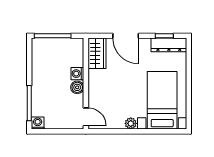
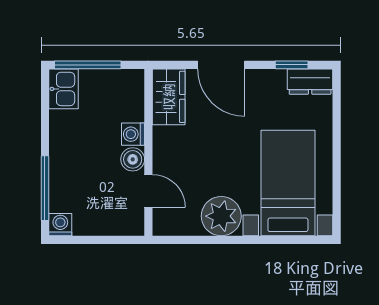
dresser: (169, 45) -> (310, 82), width x0.70
kitchen sink: (39, 49) -> (63, 89), added
door: (86, 117) -> (148, 191), moved
plant: (131, 123) -> (221, 216), width x1.88, depth x1.88

